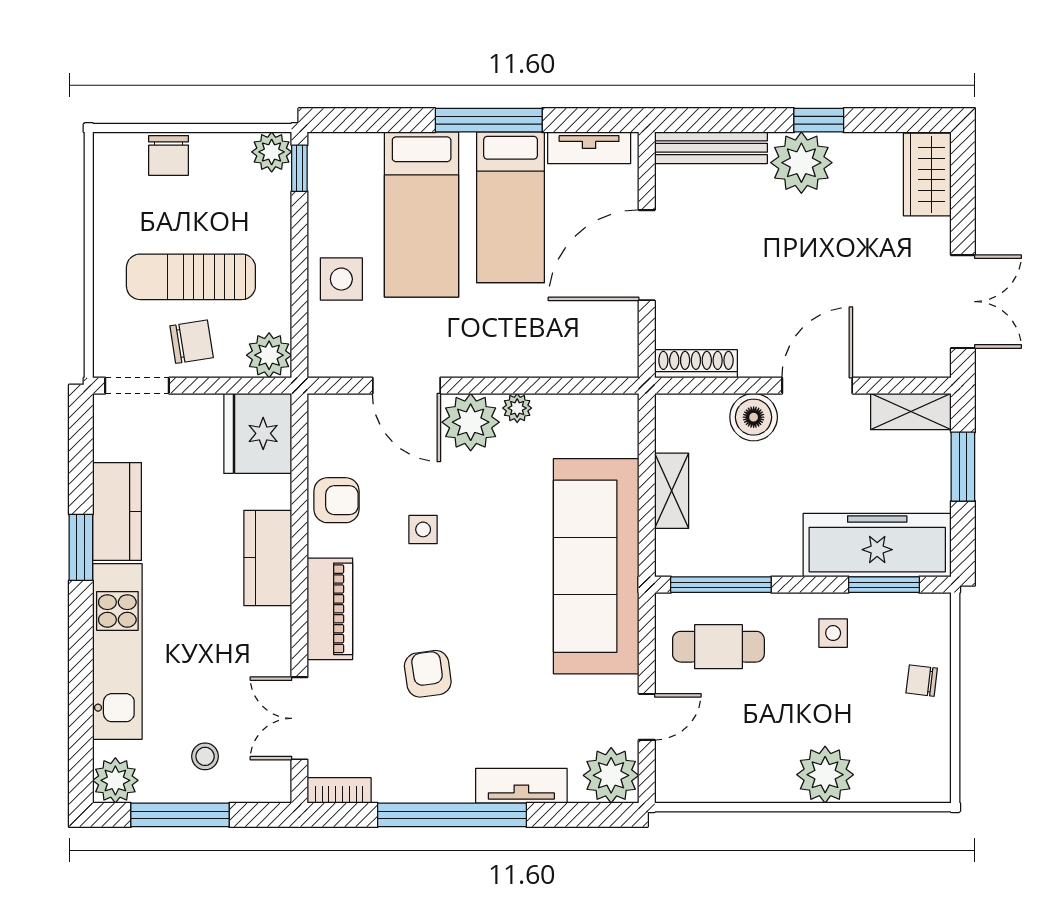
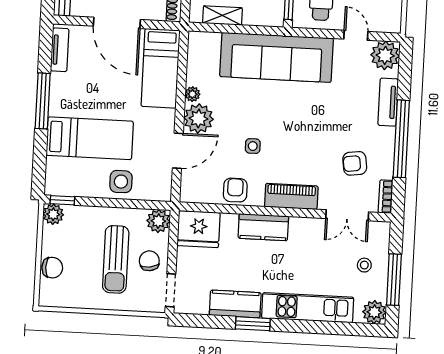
bed: (511, 207) -> (161, 68), moved, turned 90
shelving: (672, 491) -> (222, 15), moved
armchair: (428, 674) -> (355, 163), moved

